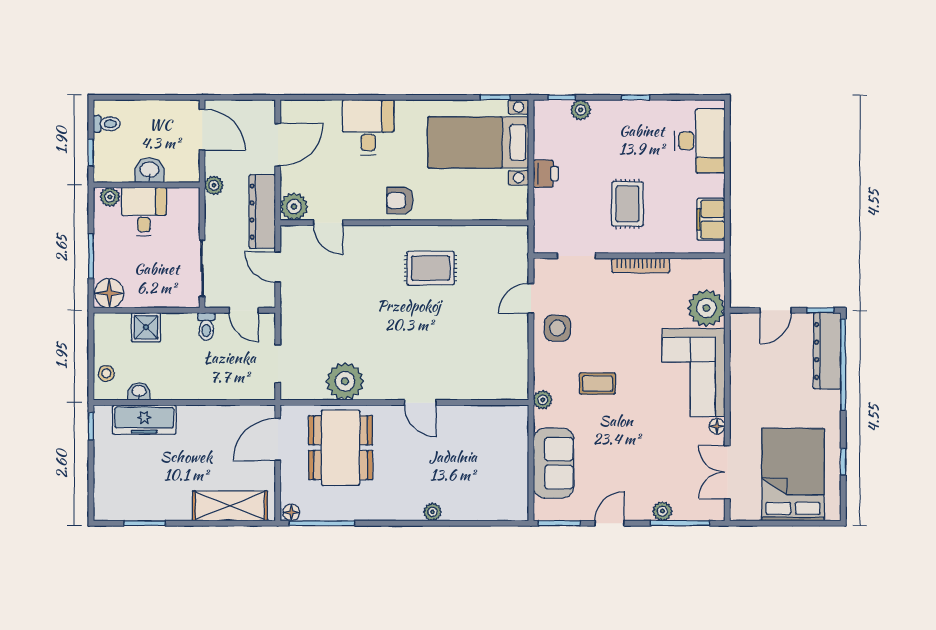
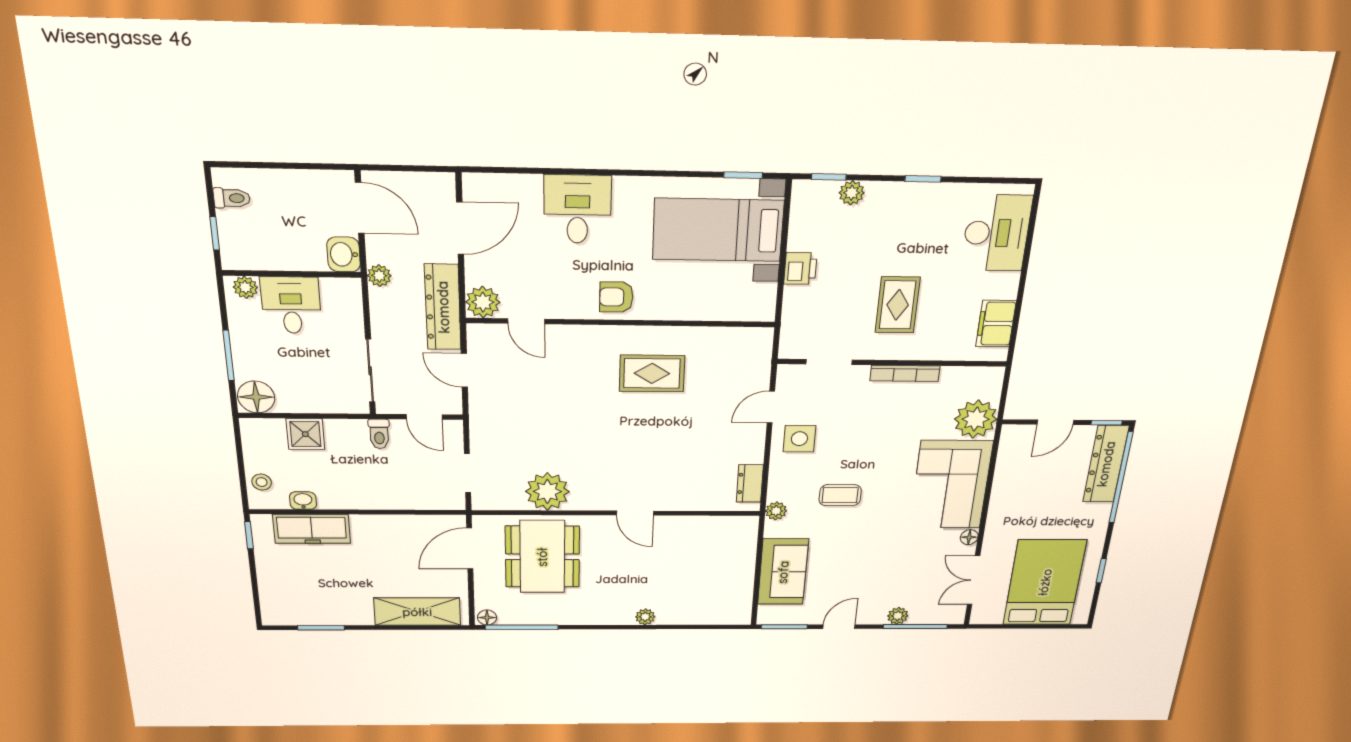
washbasin: (149, 170) -> (344, 254), moved, turned -90
dresser: (518, 372) -> (750, 483), added

